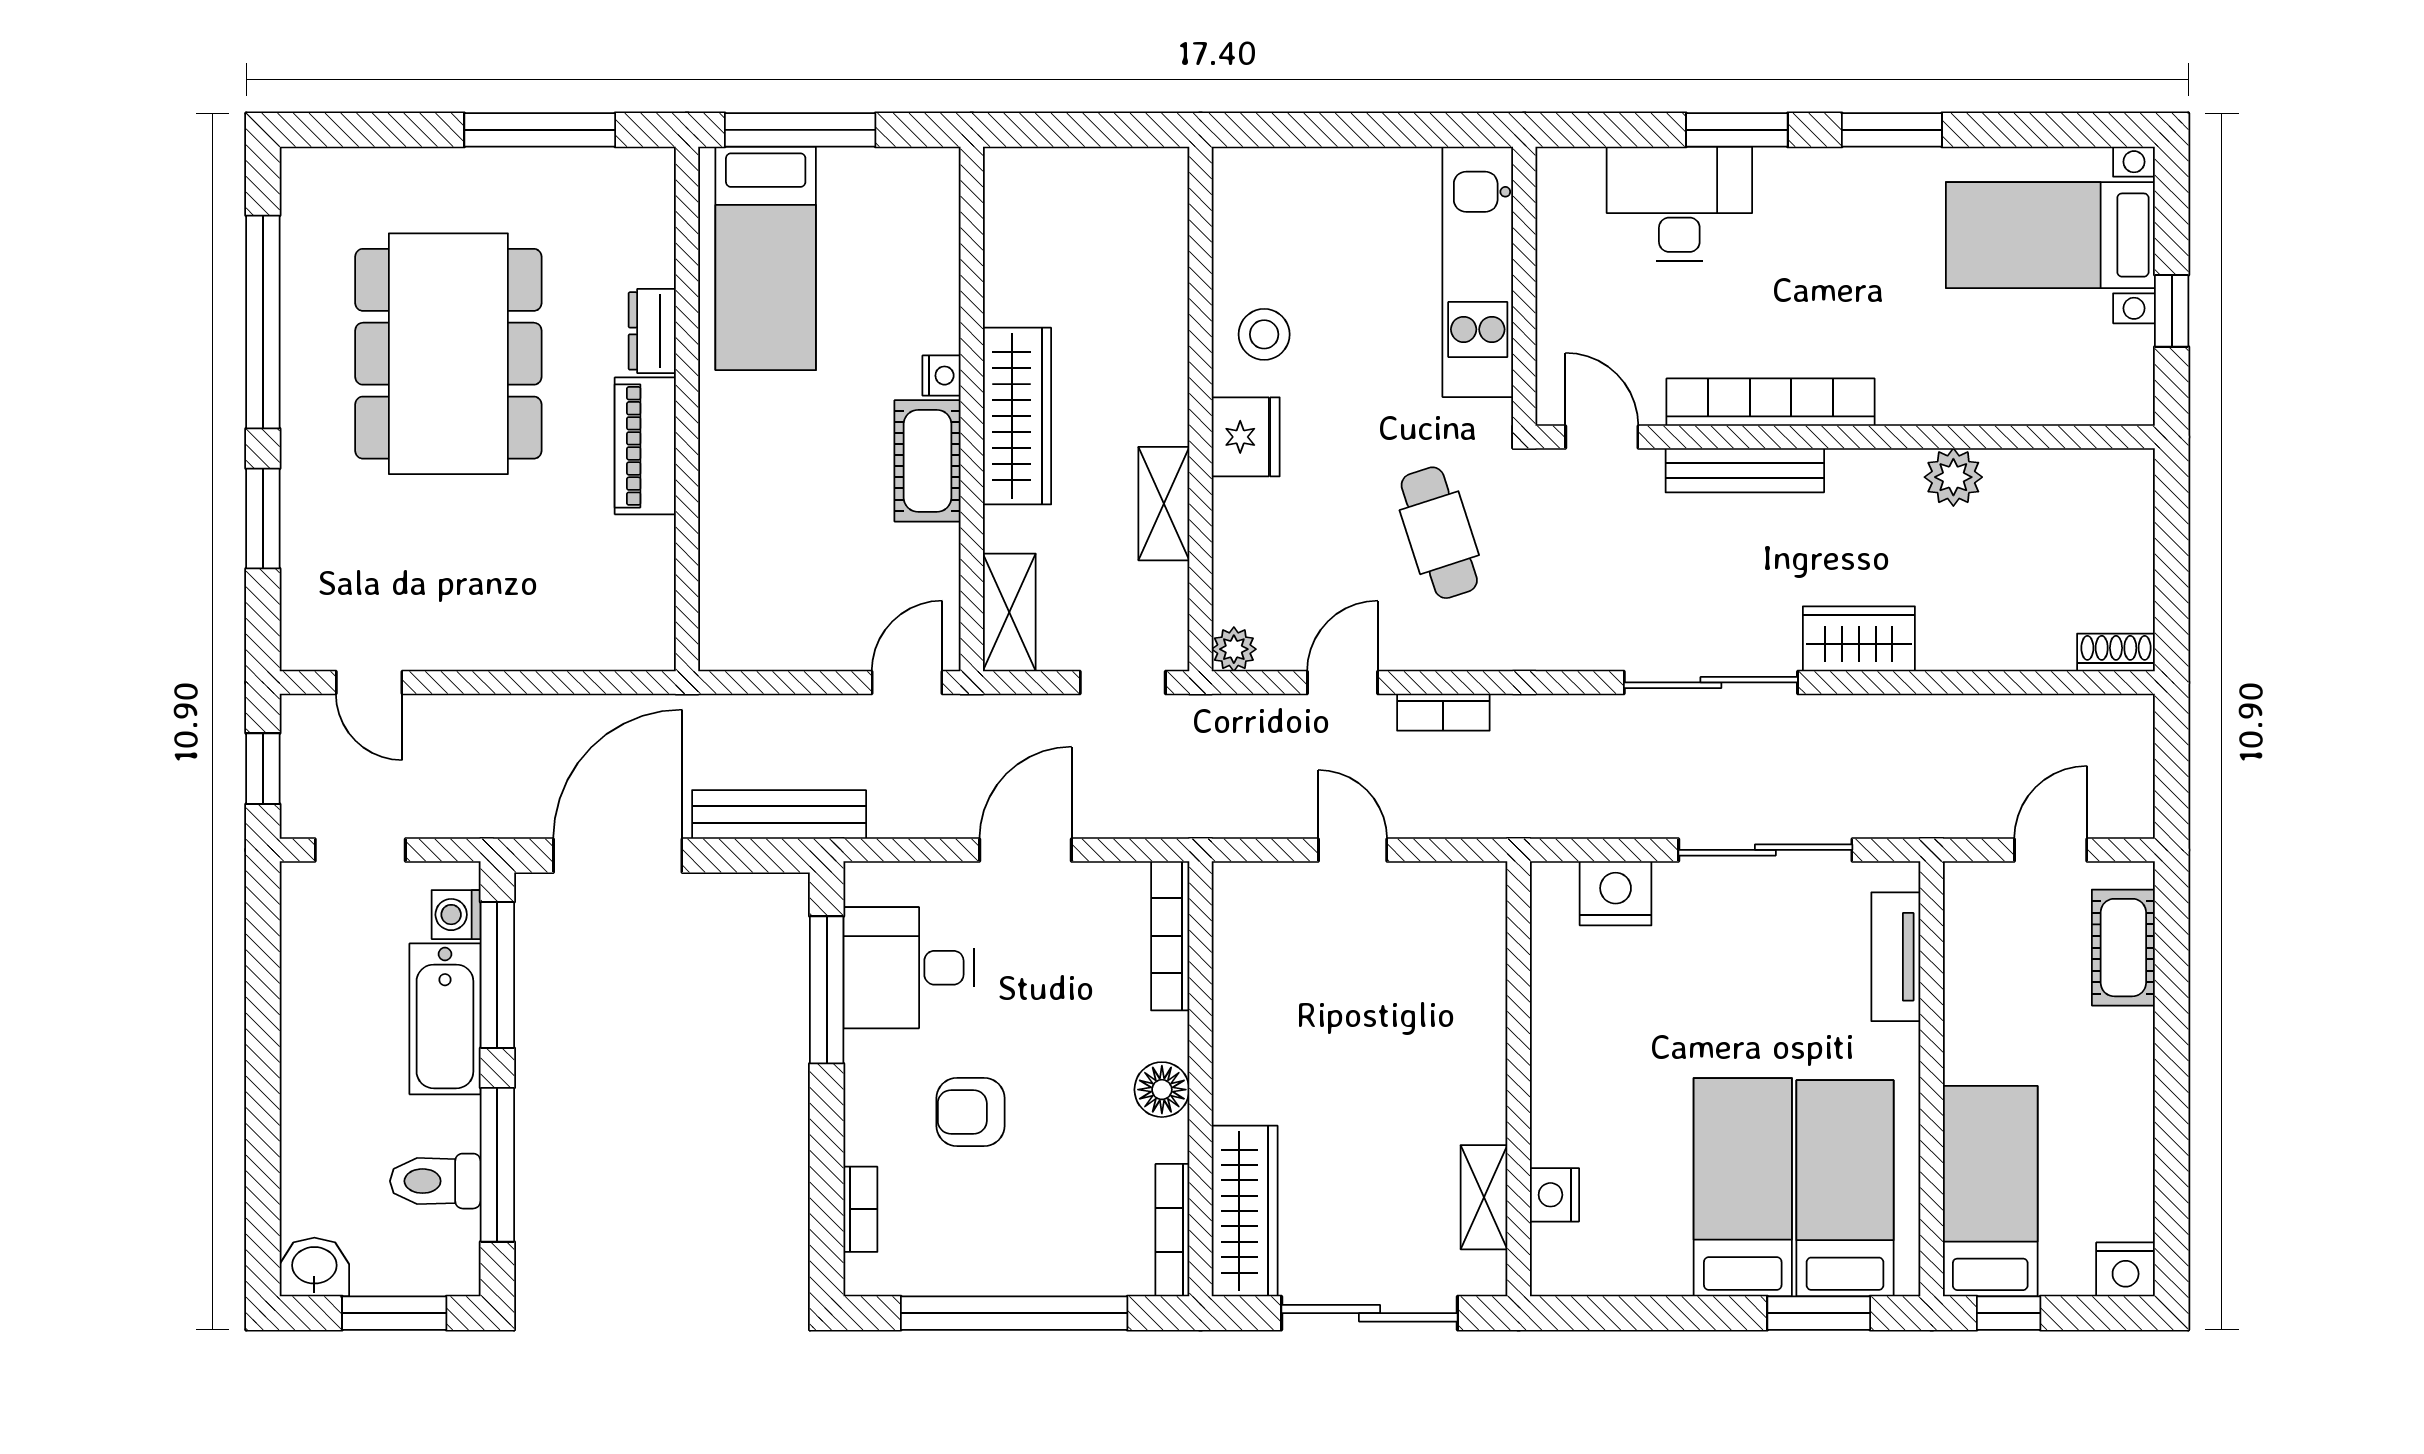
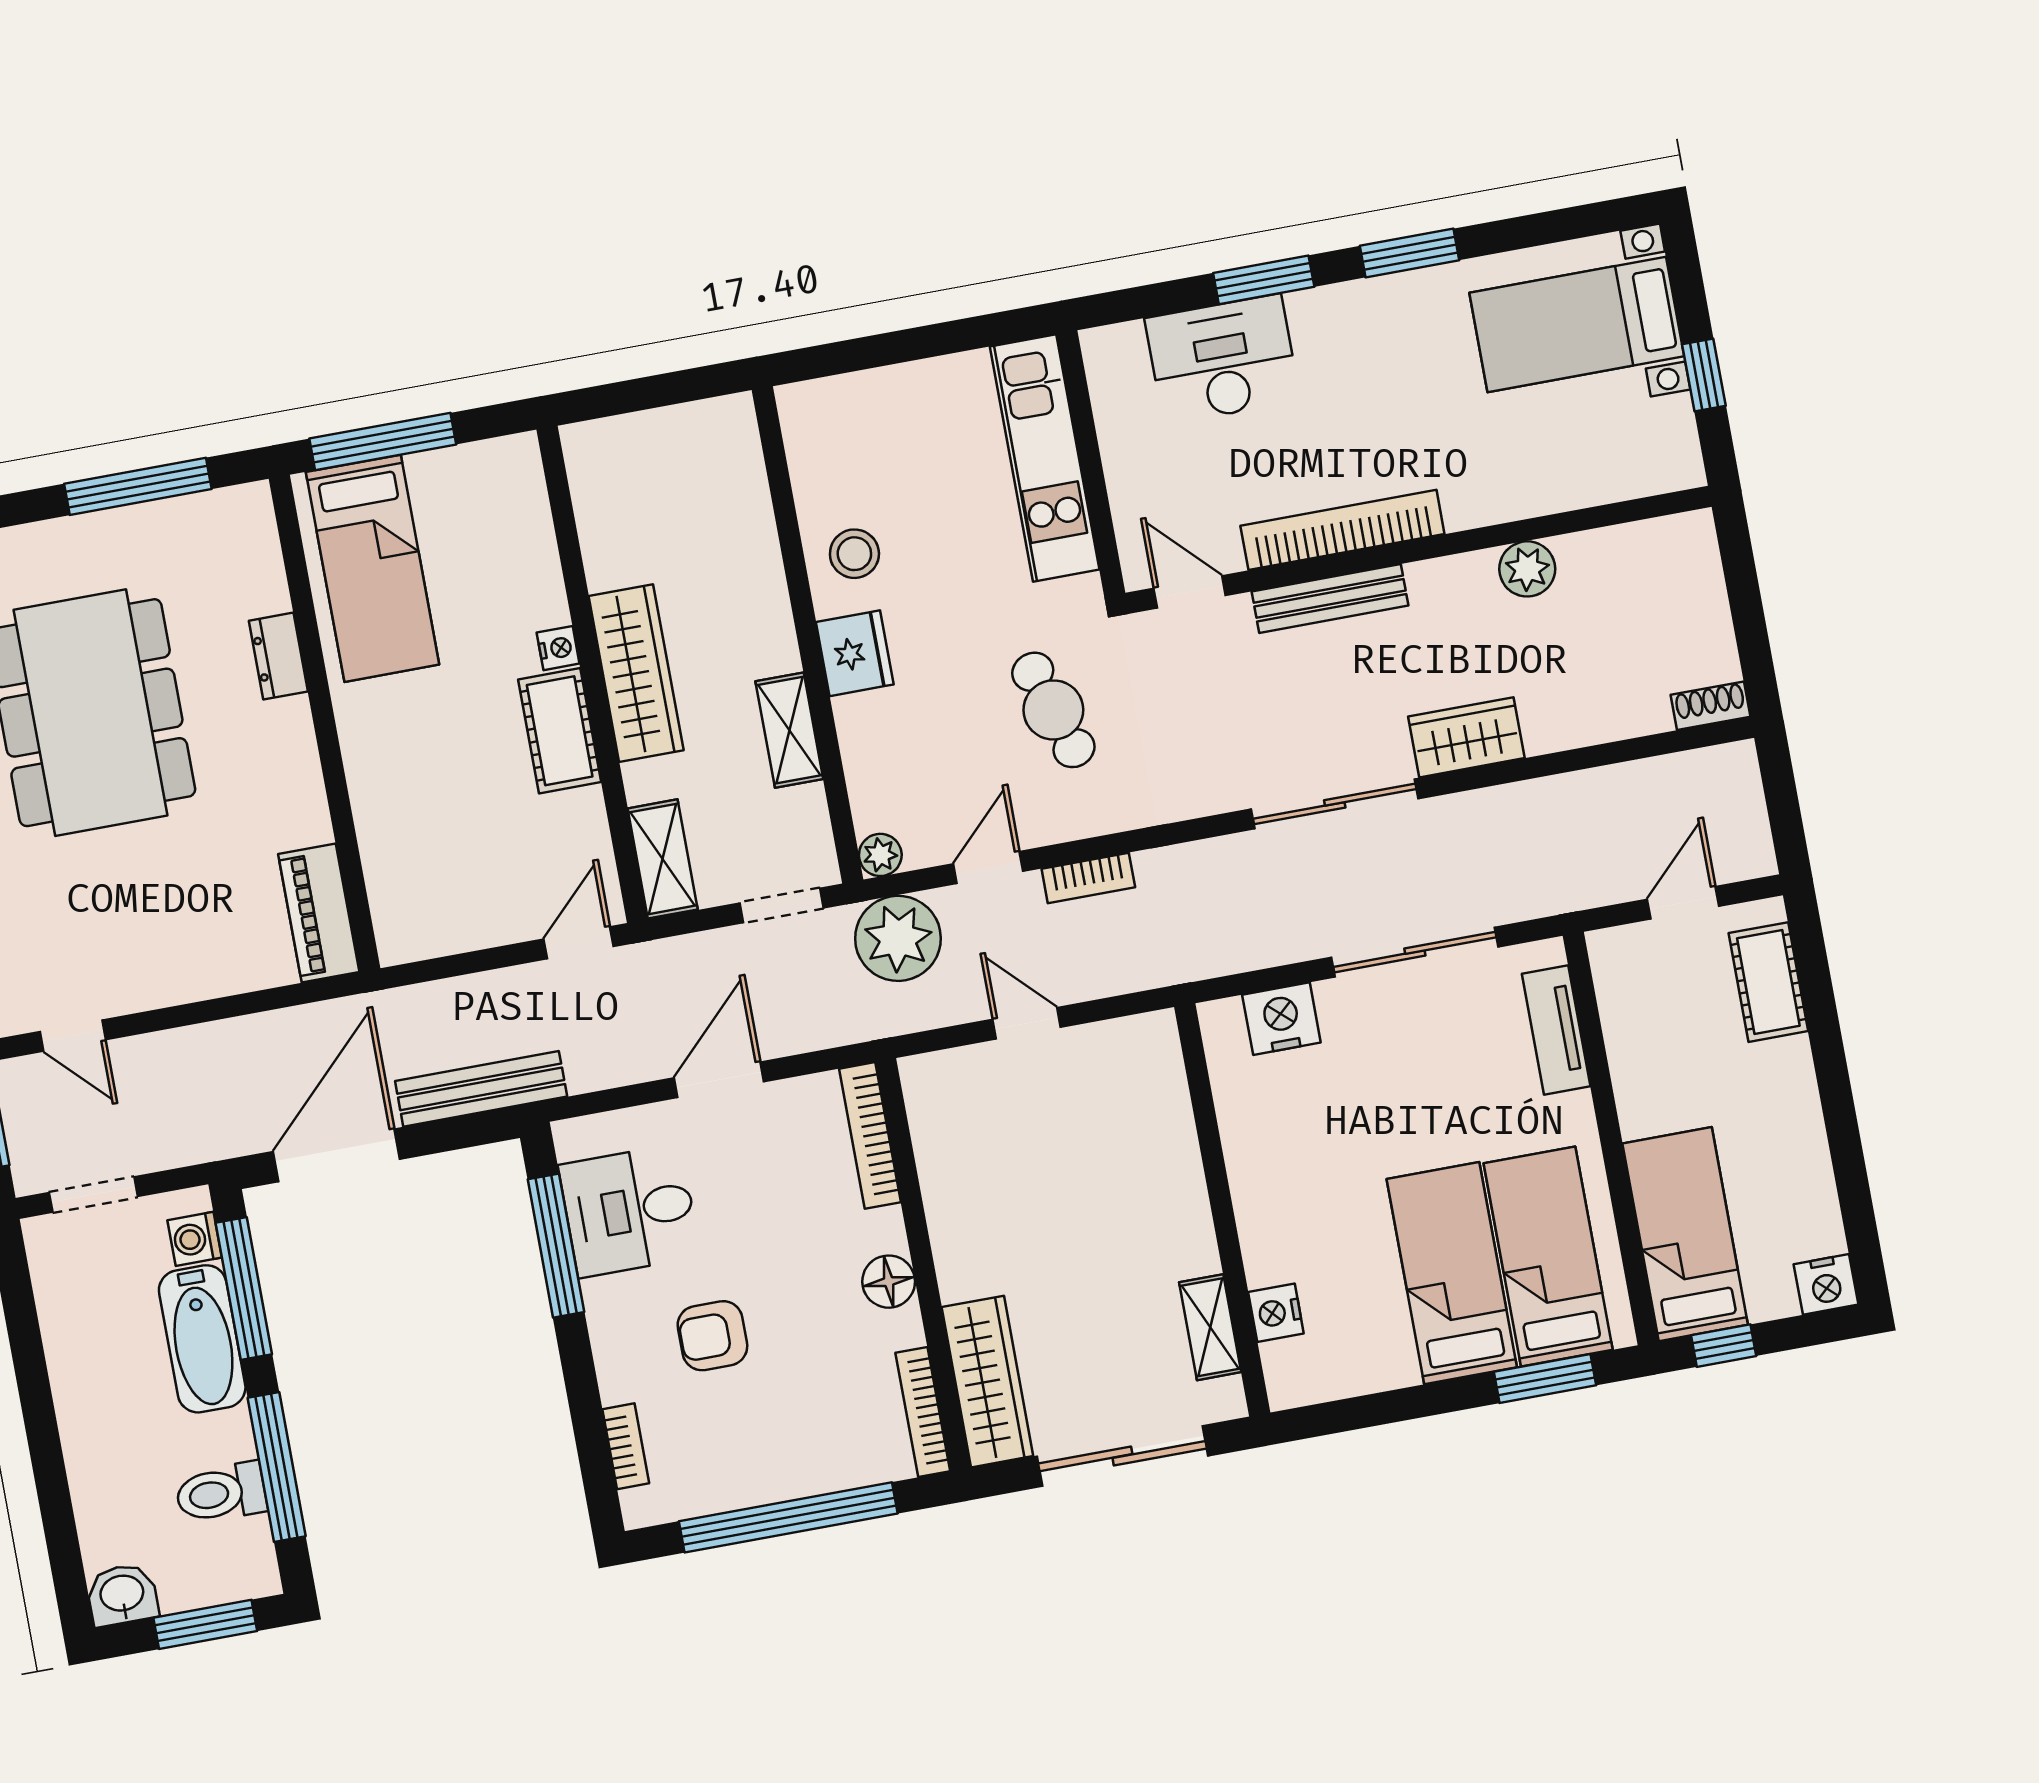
piano: (645, 446) -> (319, 913), moved
plant: (1236, 738) -> (898, 938), added

